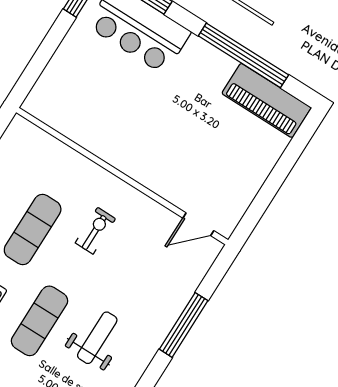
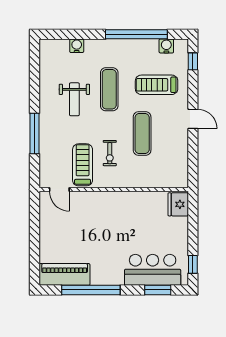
fridge: (45, 98) -> (178, 204), added
door: (198, 224) -> (59, 189), swing flipped
treadmill: (144, 238) -> (83, 165), added

